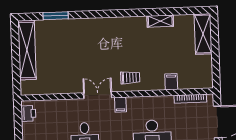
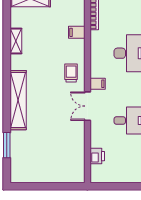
shelving: (27, 50) -> (18, 100), moved, turned 90
printer: (28, 113) -> (97, 156), moved, turned 90

